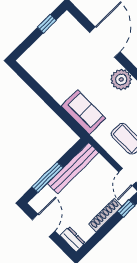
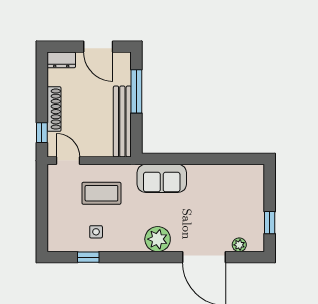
plant: (77, 29) -> (239, 245), added

